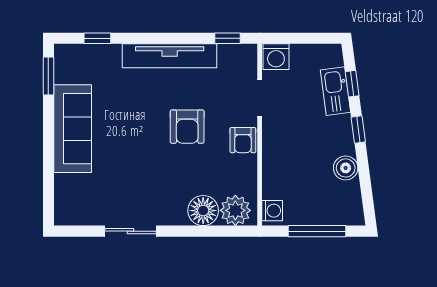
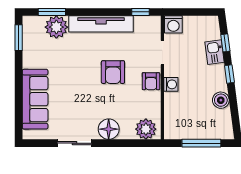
window: (97, 38) -> (52, 12), width x1.50
plant: (104, 61) -> (56, 27), added
kitchen sink: (335, 91) -> (214, 52), width x0.73
sofa: (73, 129) -> (35, 99), moved
floor lamp: (203, 211) -> (109, 129), moved
washing machine: (272, 211) -> (171, 84), moved

